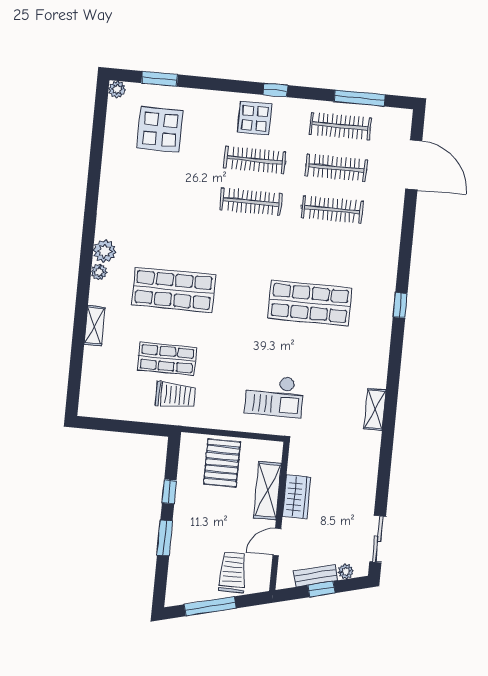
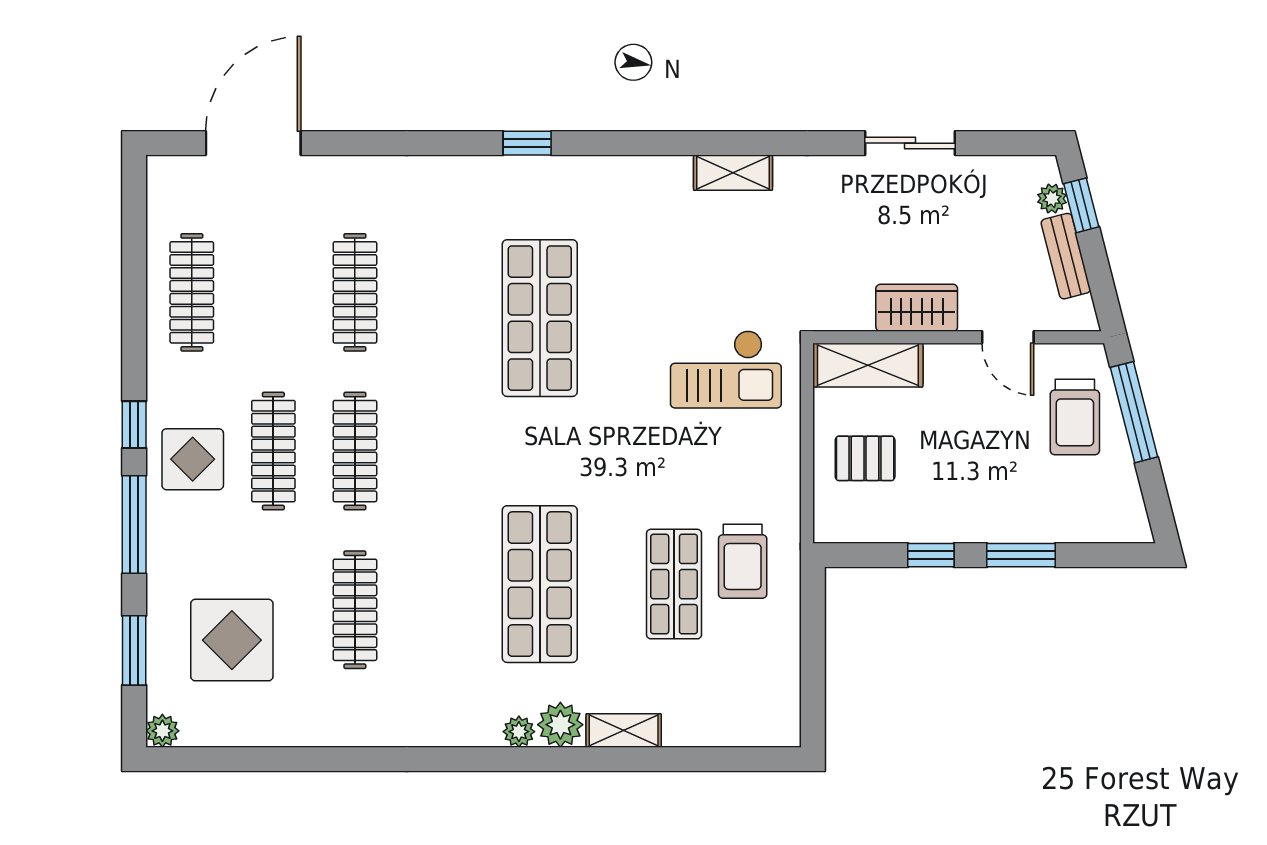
window: (360, 98) -> (134, 525), moved
clothes rail: (336, 168) -> (355, 610), moved
plant: (105, 251) -> (560, 725), moved
trolley: (175, 395) -> (743, 561), turned 180
checkout: (274, 396) -> (726, 369), turned 90
pallet: (222, 463) -> (865, 458), width x0.67, depth x0.71
shelving: (267, 491) -> (868, 365), moved
sliding door: (378, 539) -> (910, 143), moved
trolley: (233, 572) -> (1075, 417), turned -90
window: (321, 589) -> (1081, 205), moved
window: (210, 606) -> (1134, 412), moved

